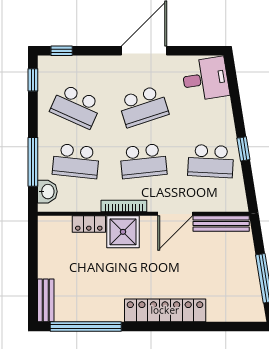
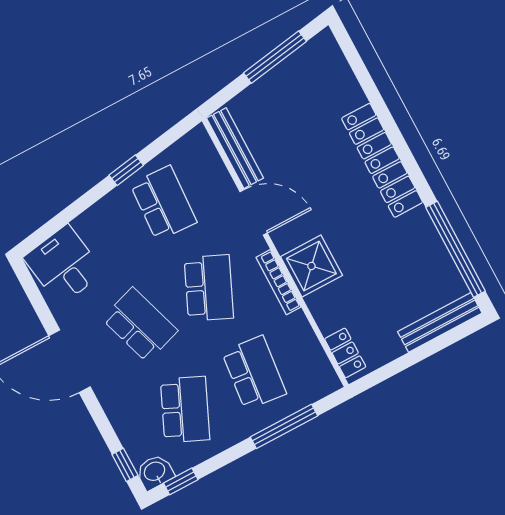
school desk: (143, 161) -> (209, 288), turned 30
washbasin: (47, 192) -> (155, 472), moved
locker: (89, 224) -> (345, 353), moved
bench: (46, 300) -> (440, 322), width x1.36

